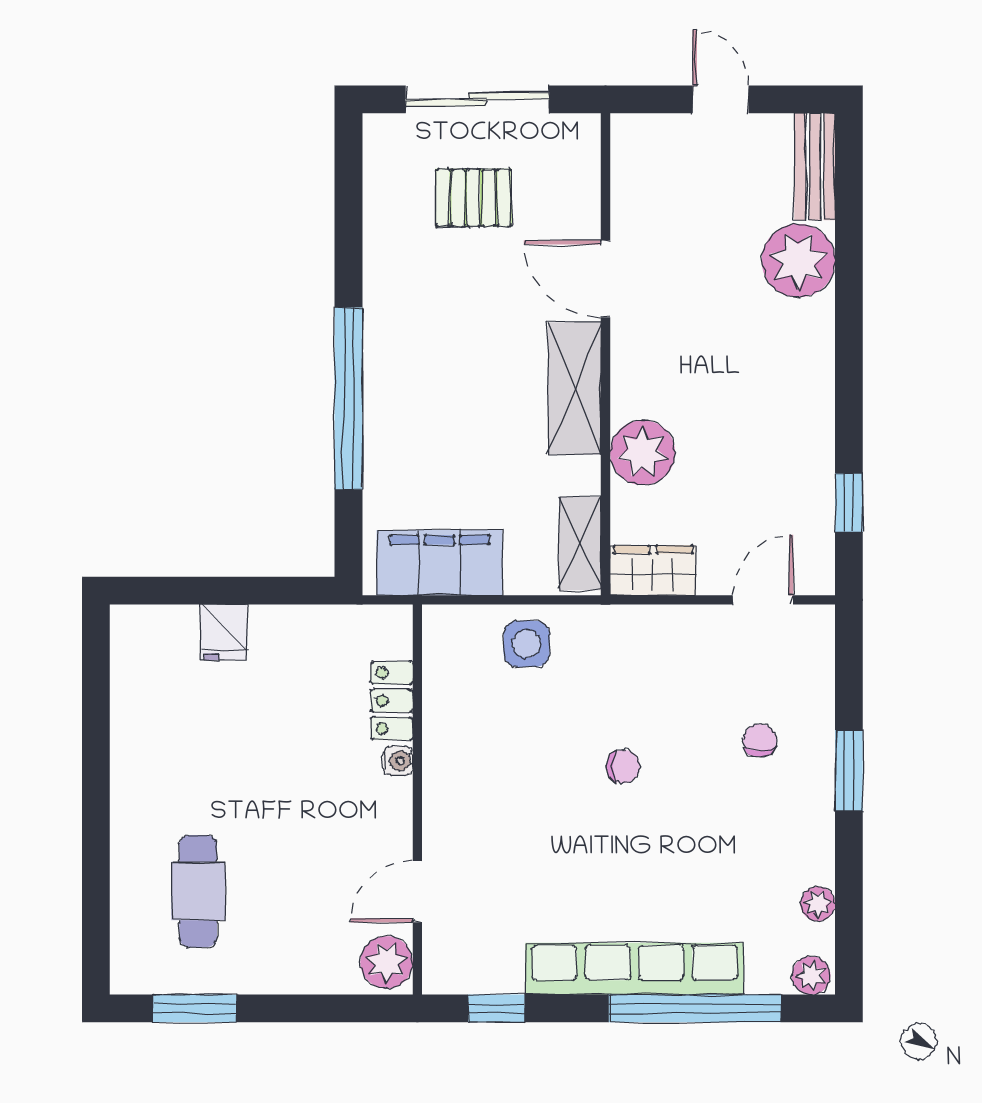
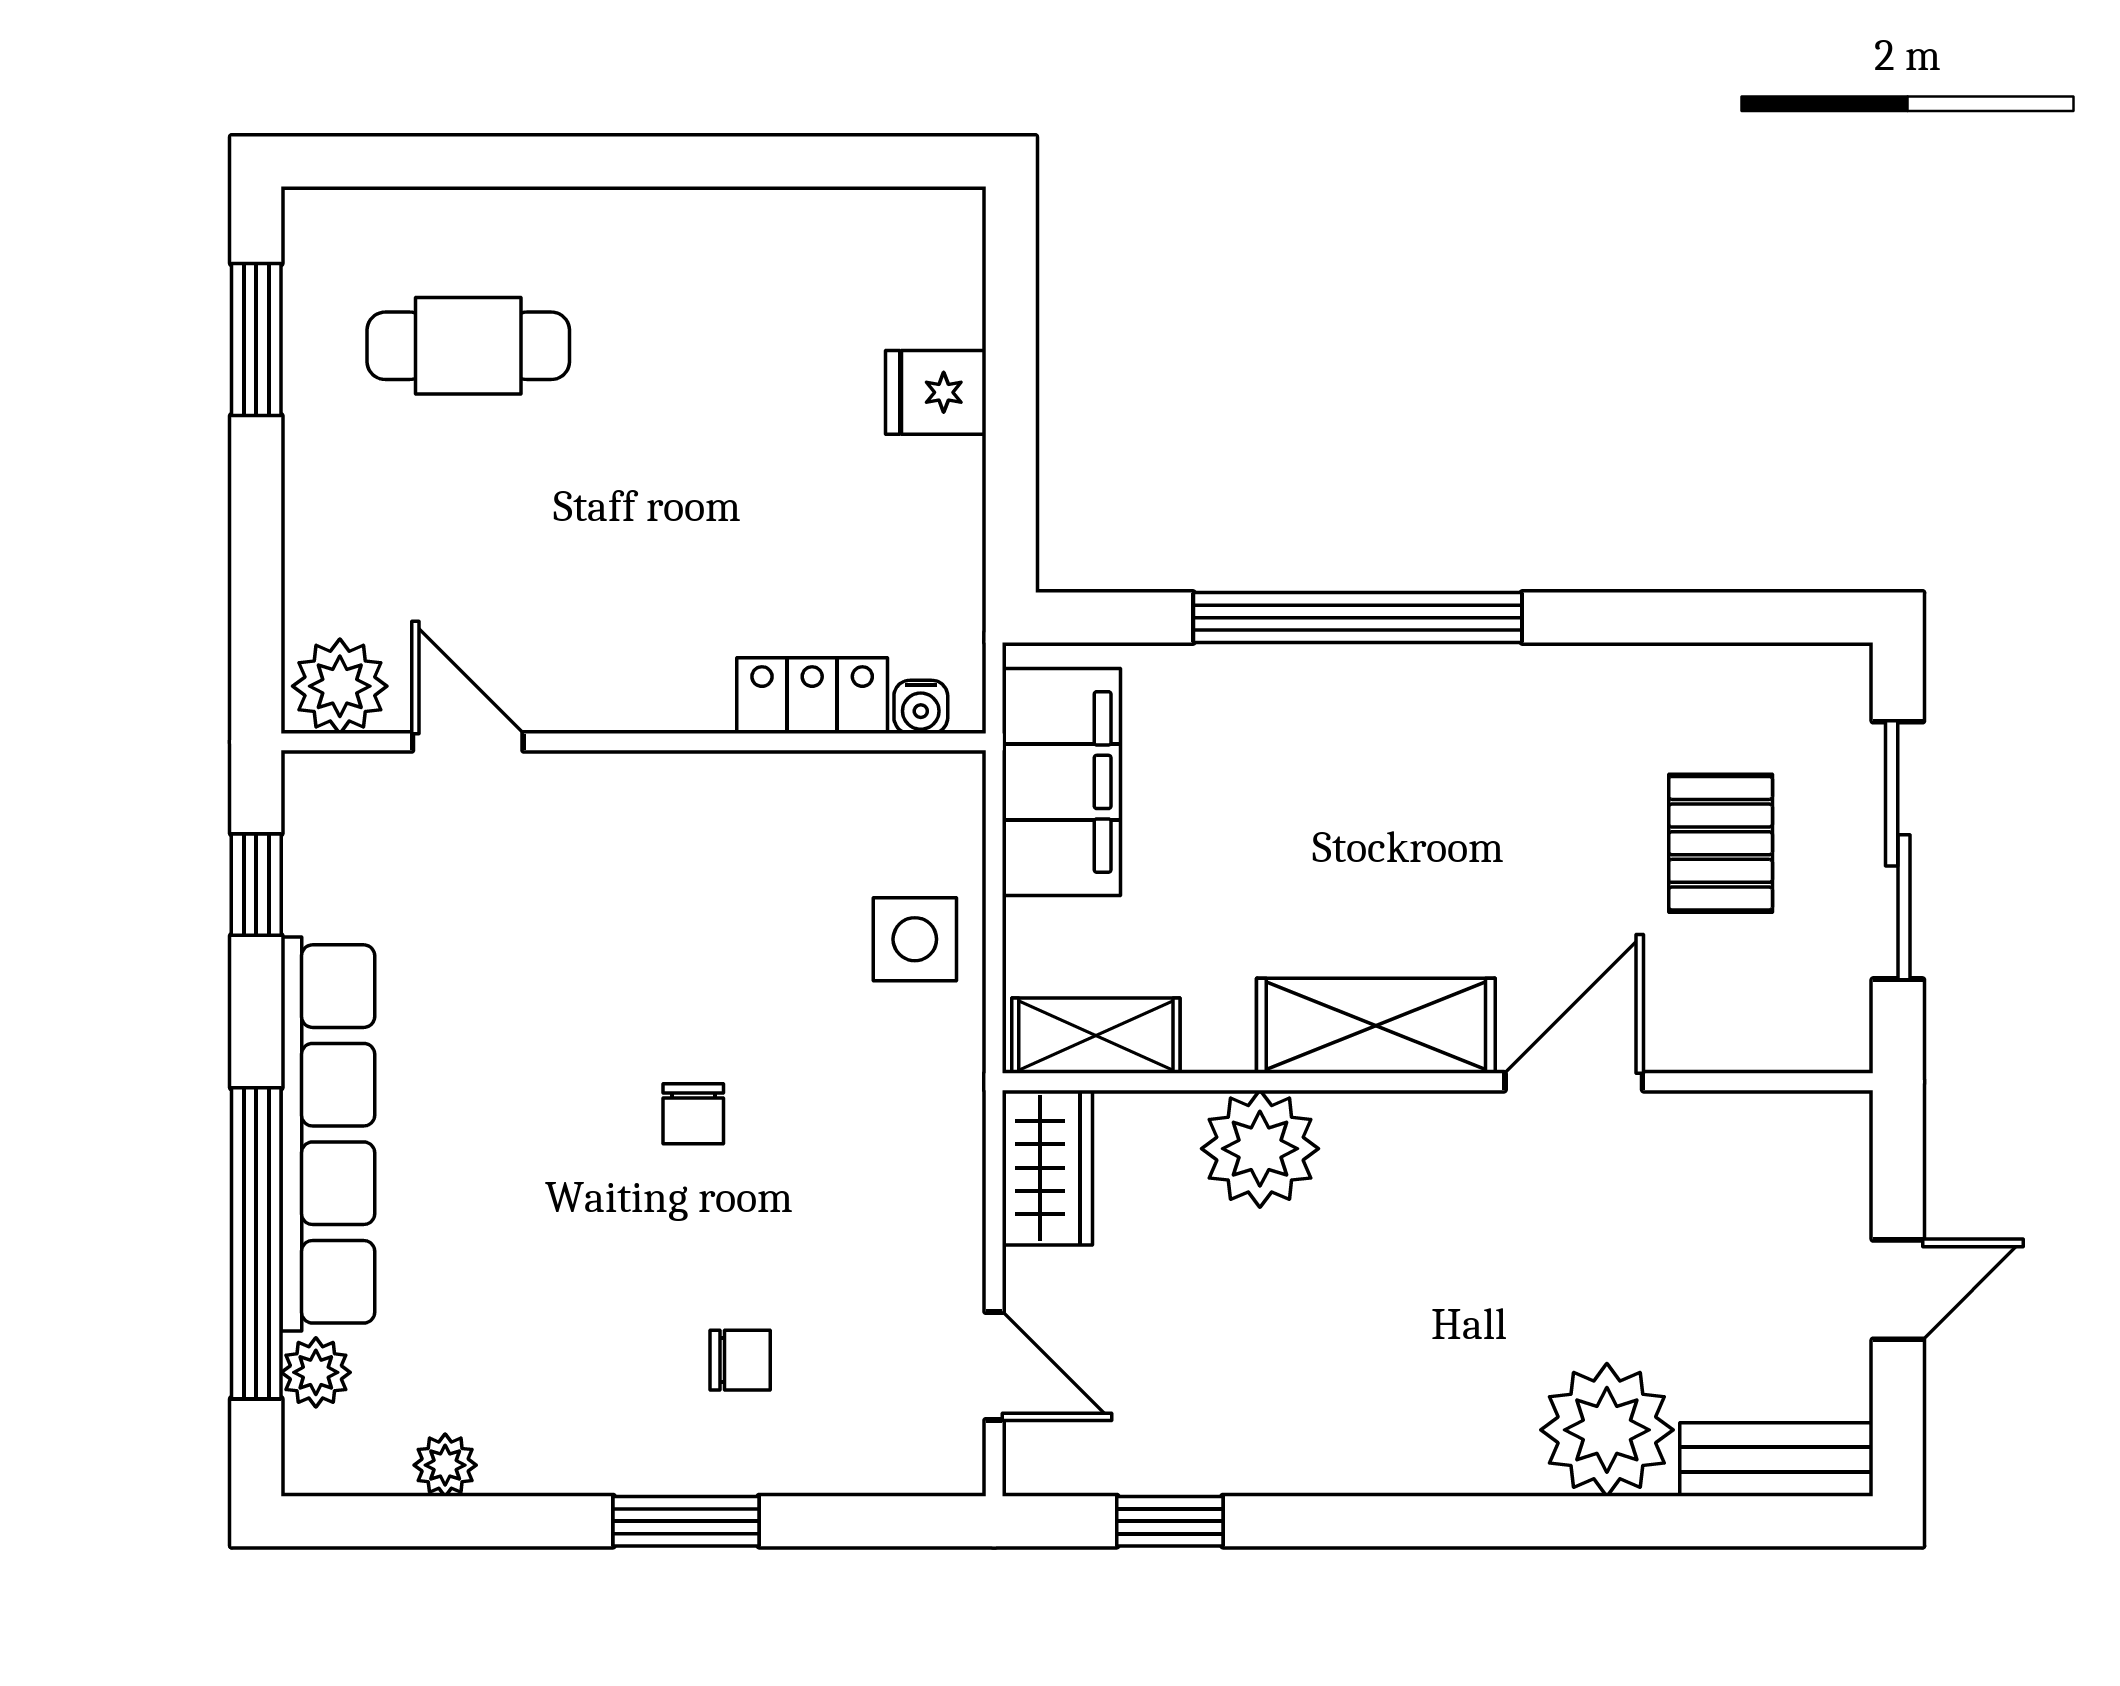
water cooler: (398, 761) -> (921, 707), moved
plant: (811, 975) -> (316, 1372), moved

